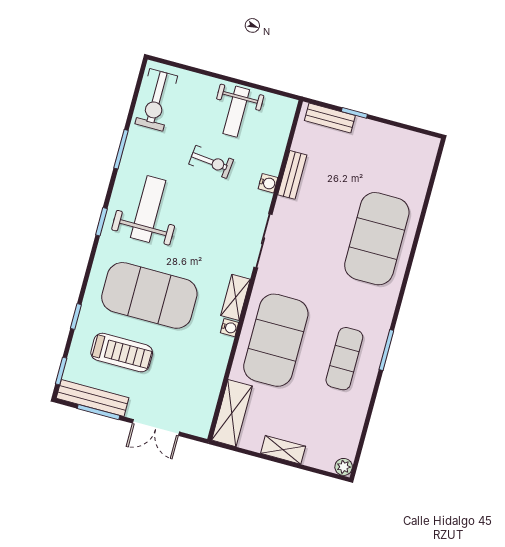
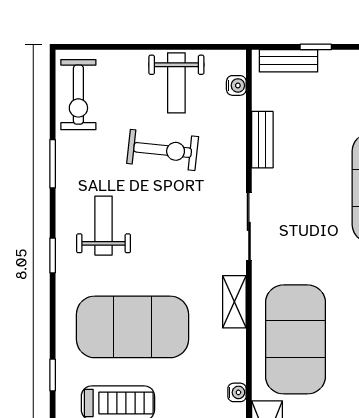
exercise bike: (211, 162) -> (163, 150), width x1.38, depth x1.39
water cooler: (268, 183) -> (236, 85), moved
weight bench: (148, 209) -> (104, 226), width x0.73, depth x0.75
water cooler: (230, 328) -> (237, 392), moved

